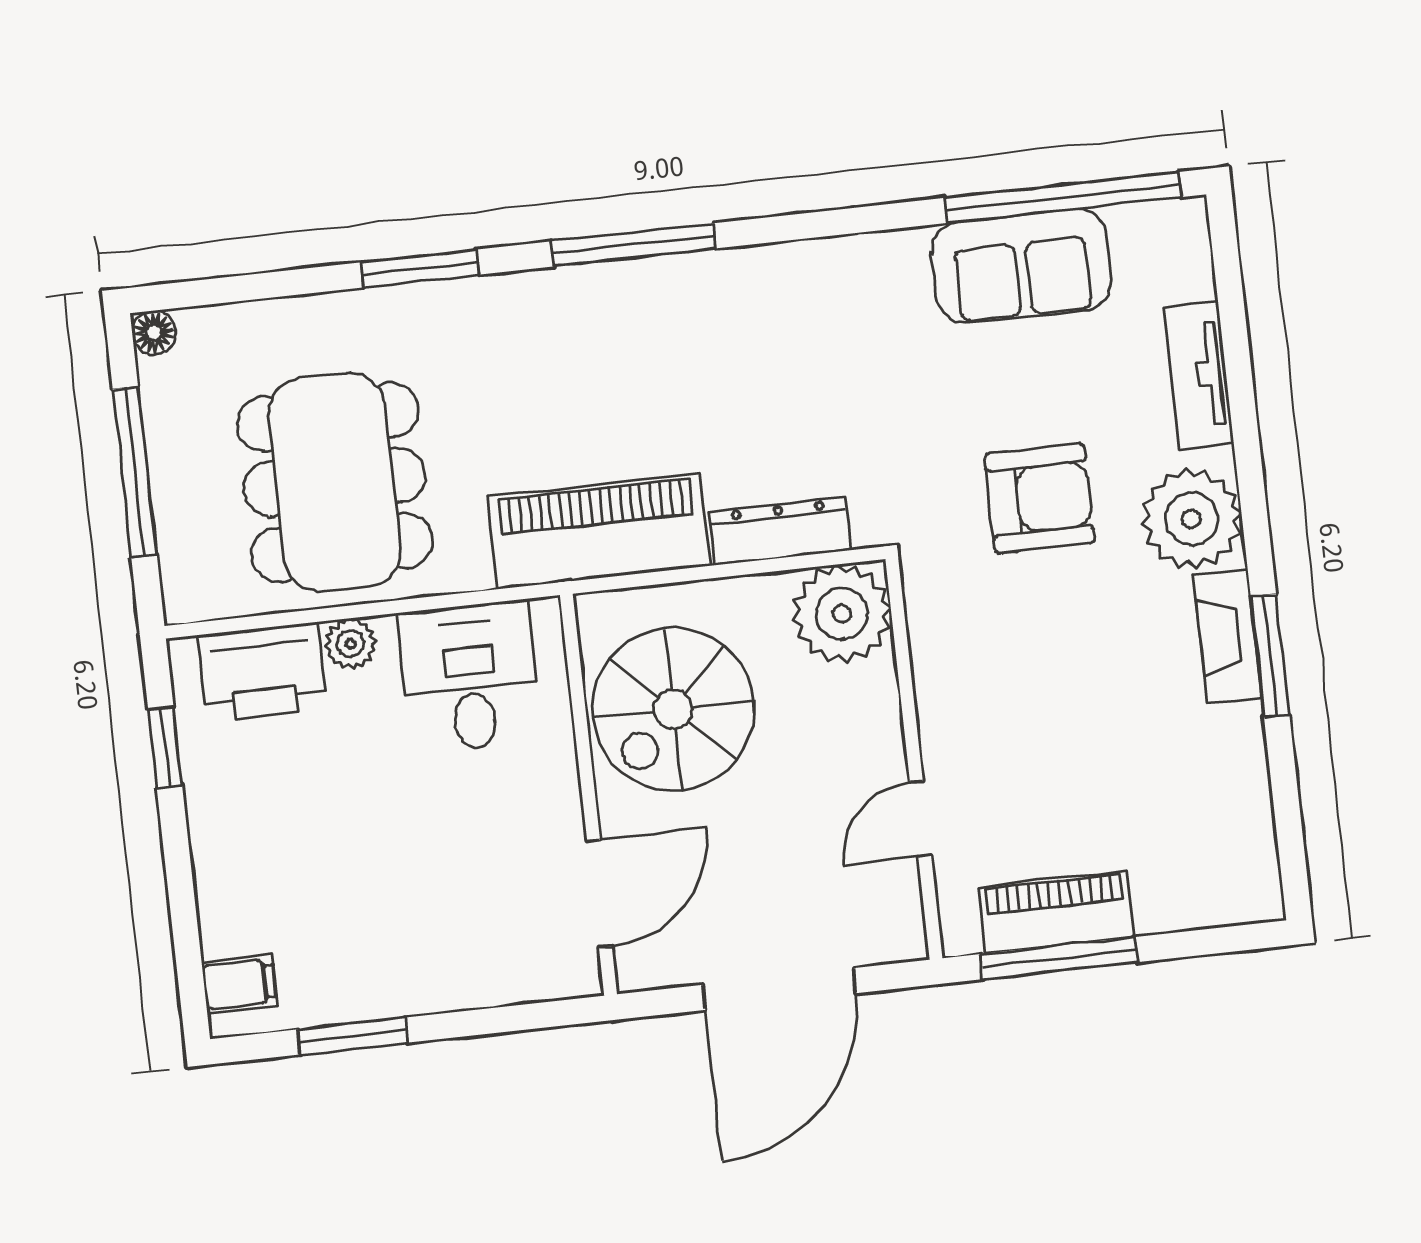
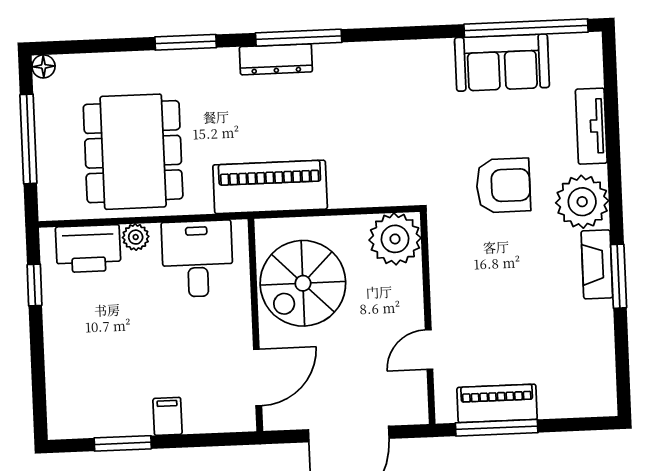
dresser: (780, 531) -> (276, 59), moved, turned 180
filing cabinet: (239, 984) -> (168, 416), moved, turned -90

